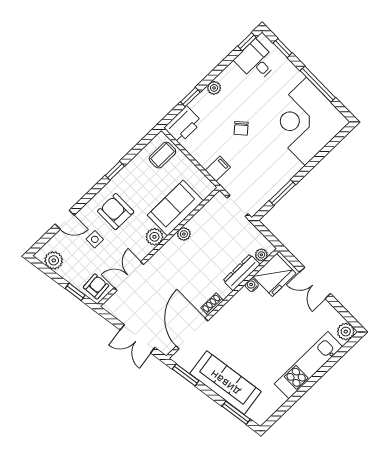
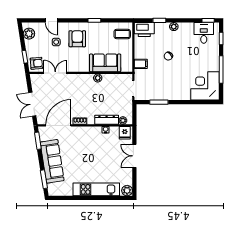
corner desk: (306, 121) -> (205, 86), width x0.74, depth x0.74
plant: (154, 237) -> (84, 67), removed
fridge: (274, 275) -> (125, 133), width x0.53, depth x0.75

